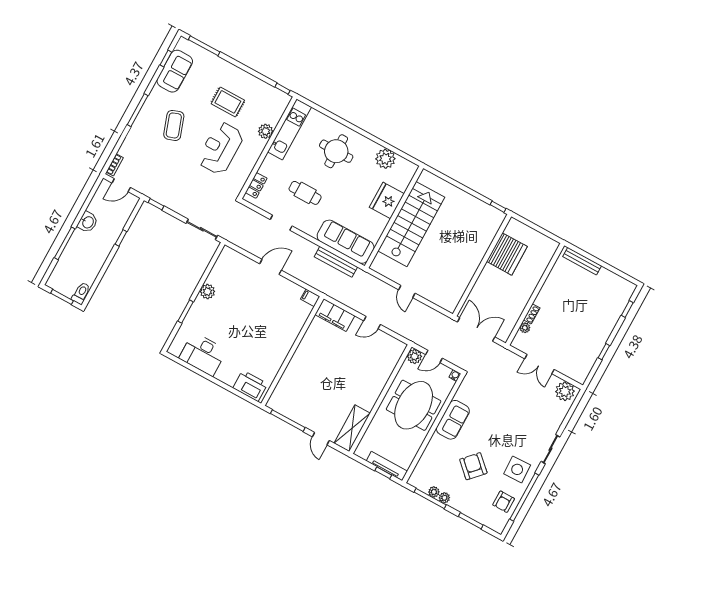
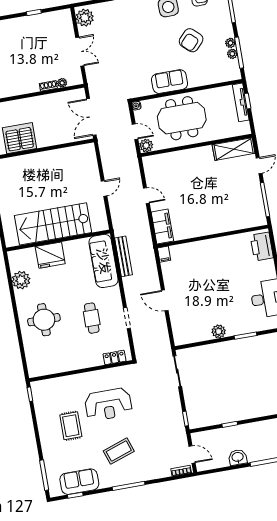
kitchen unit: (290, 129) -> (55, 366), removed
plant: (266, 131) -> (70, 382), removed

